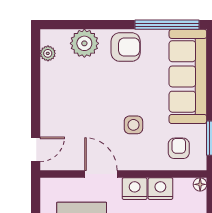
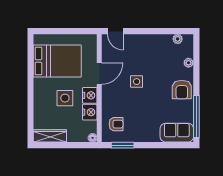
plant: (84, 43) -> (188, 63), width x0.53, depth x0.53
sofa: (188, 76) -> (177, 133), width x0.54, depth x0.79
side table: (133, 125) -> (137, 82), moved

